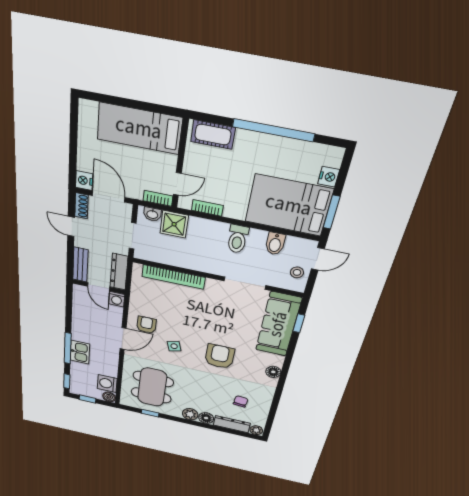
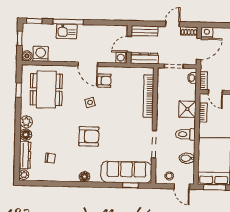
shower: (174, 224) -> (187, 109), moved
dining table: (152, 387) -> (46, 90), turned 90

